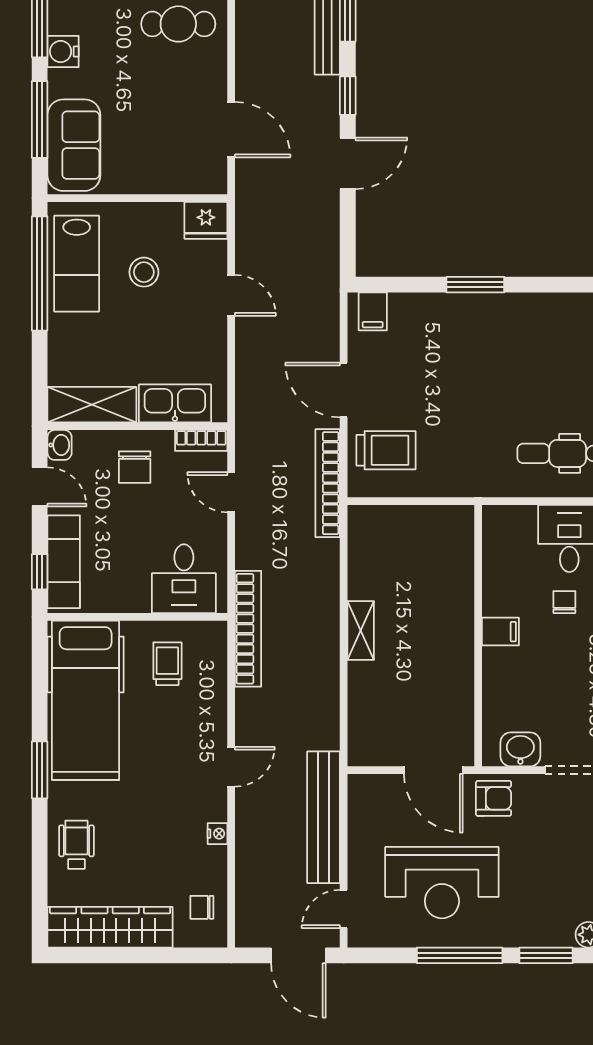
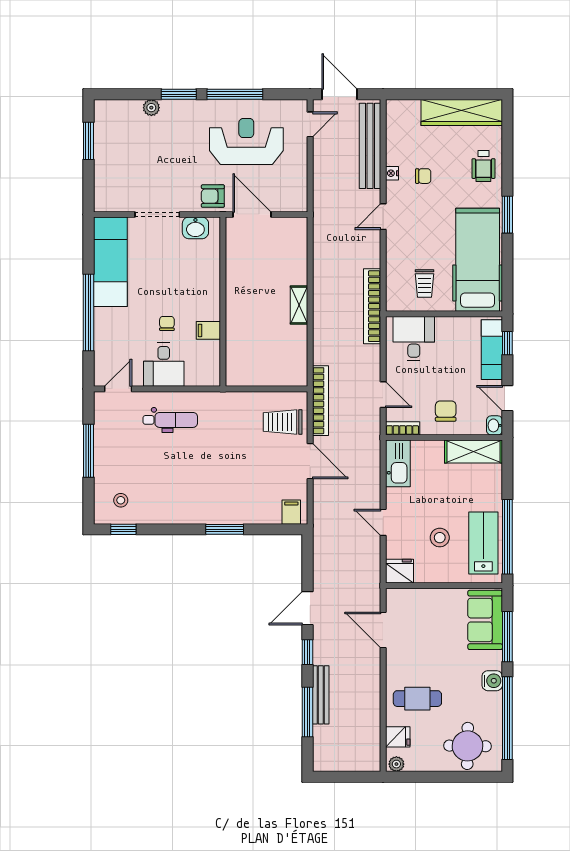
kitchen sink: (175, 403) -> (398, 463), moved, turned -90
chair: (564, 602) -> (167, 323), turned 180
filing cabinet: (500, 632) -> (208, 330), moved
bench: (324, 817) -> (370, 146), moved
chair: (202, 907) -> (423, 176), moved

